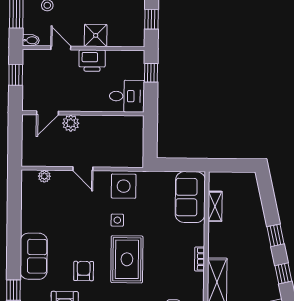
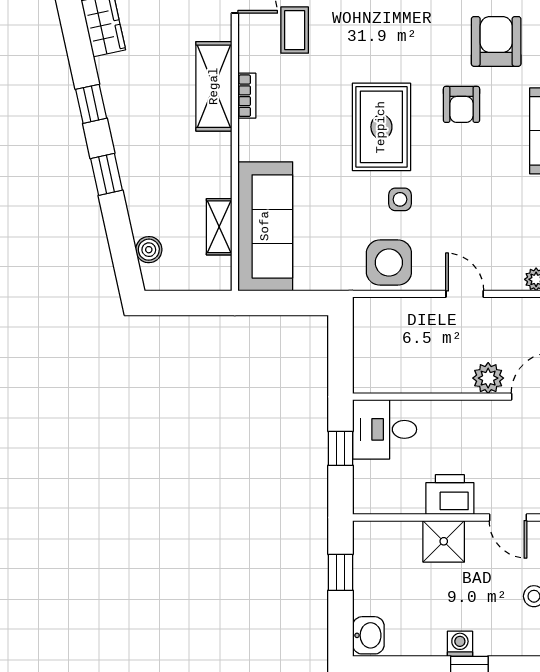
window: (151, 73) -> (341, 448), moved
boiler: (253, 194) -> (149, 250), added
sofa: (190, 197) -> (265, 226), width x1.36
bookcase: (200, 259) -> (247, 96), moved

